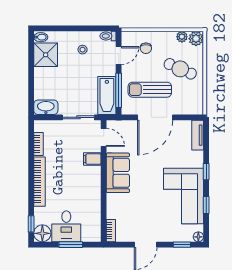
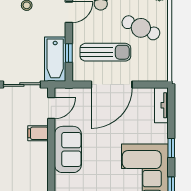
window: (119, 90) -> (69, 53), width x0.46
sun lounger: (150, 90) -> (105, 52), turned 180
door: (104, 137) -> (51, 108), hinge flipped

